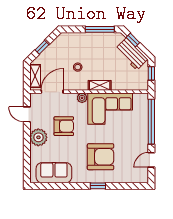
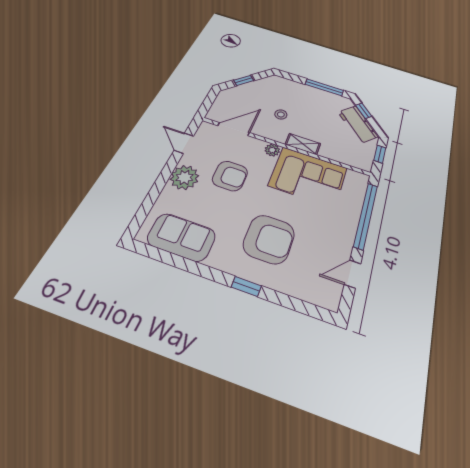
shelving: (35, 76) -> (219, 105), removed

